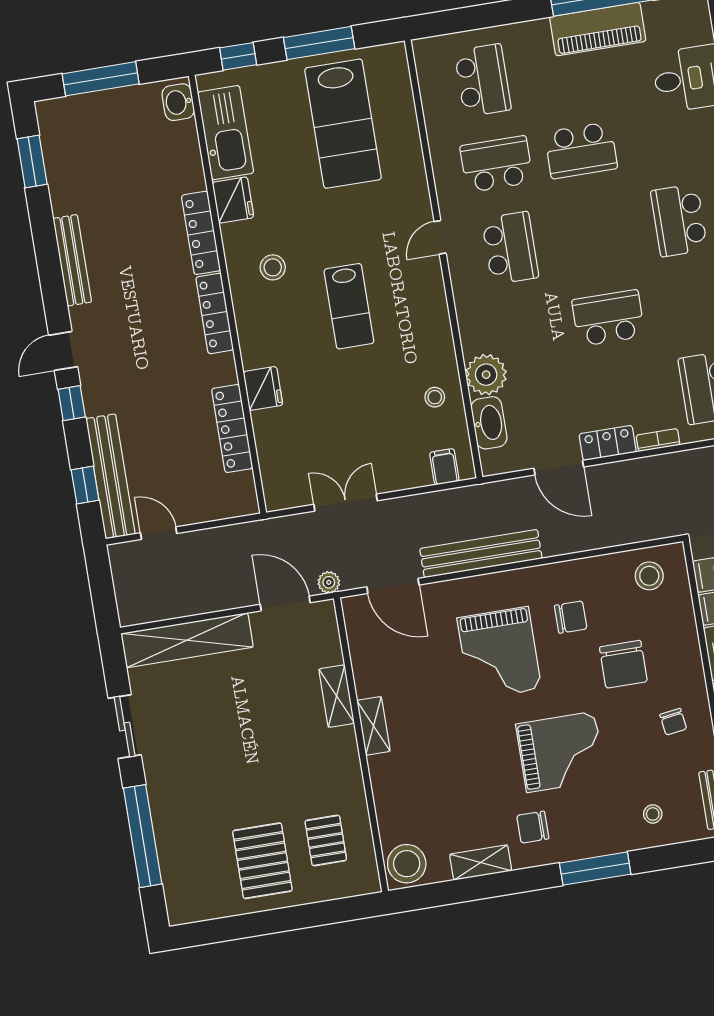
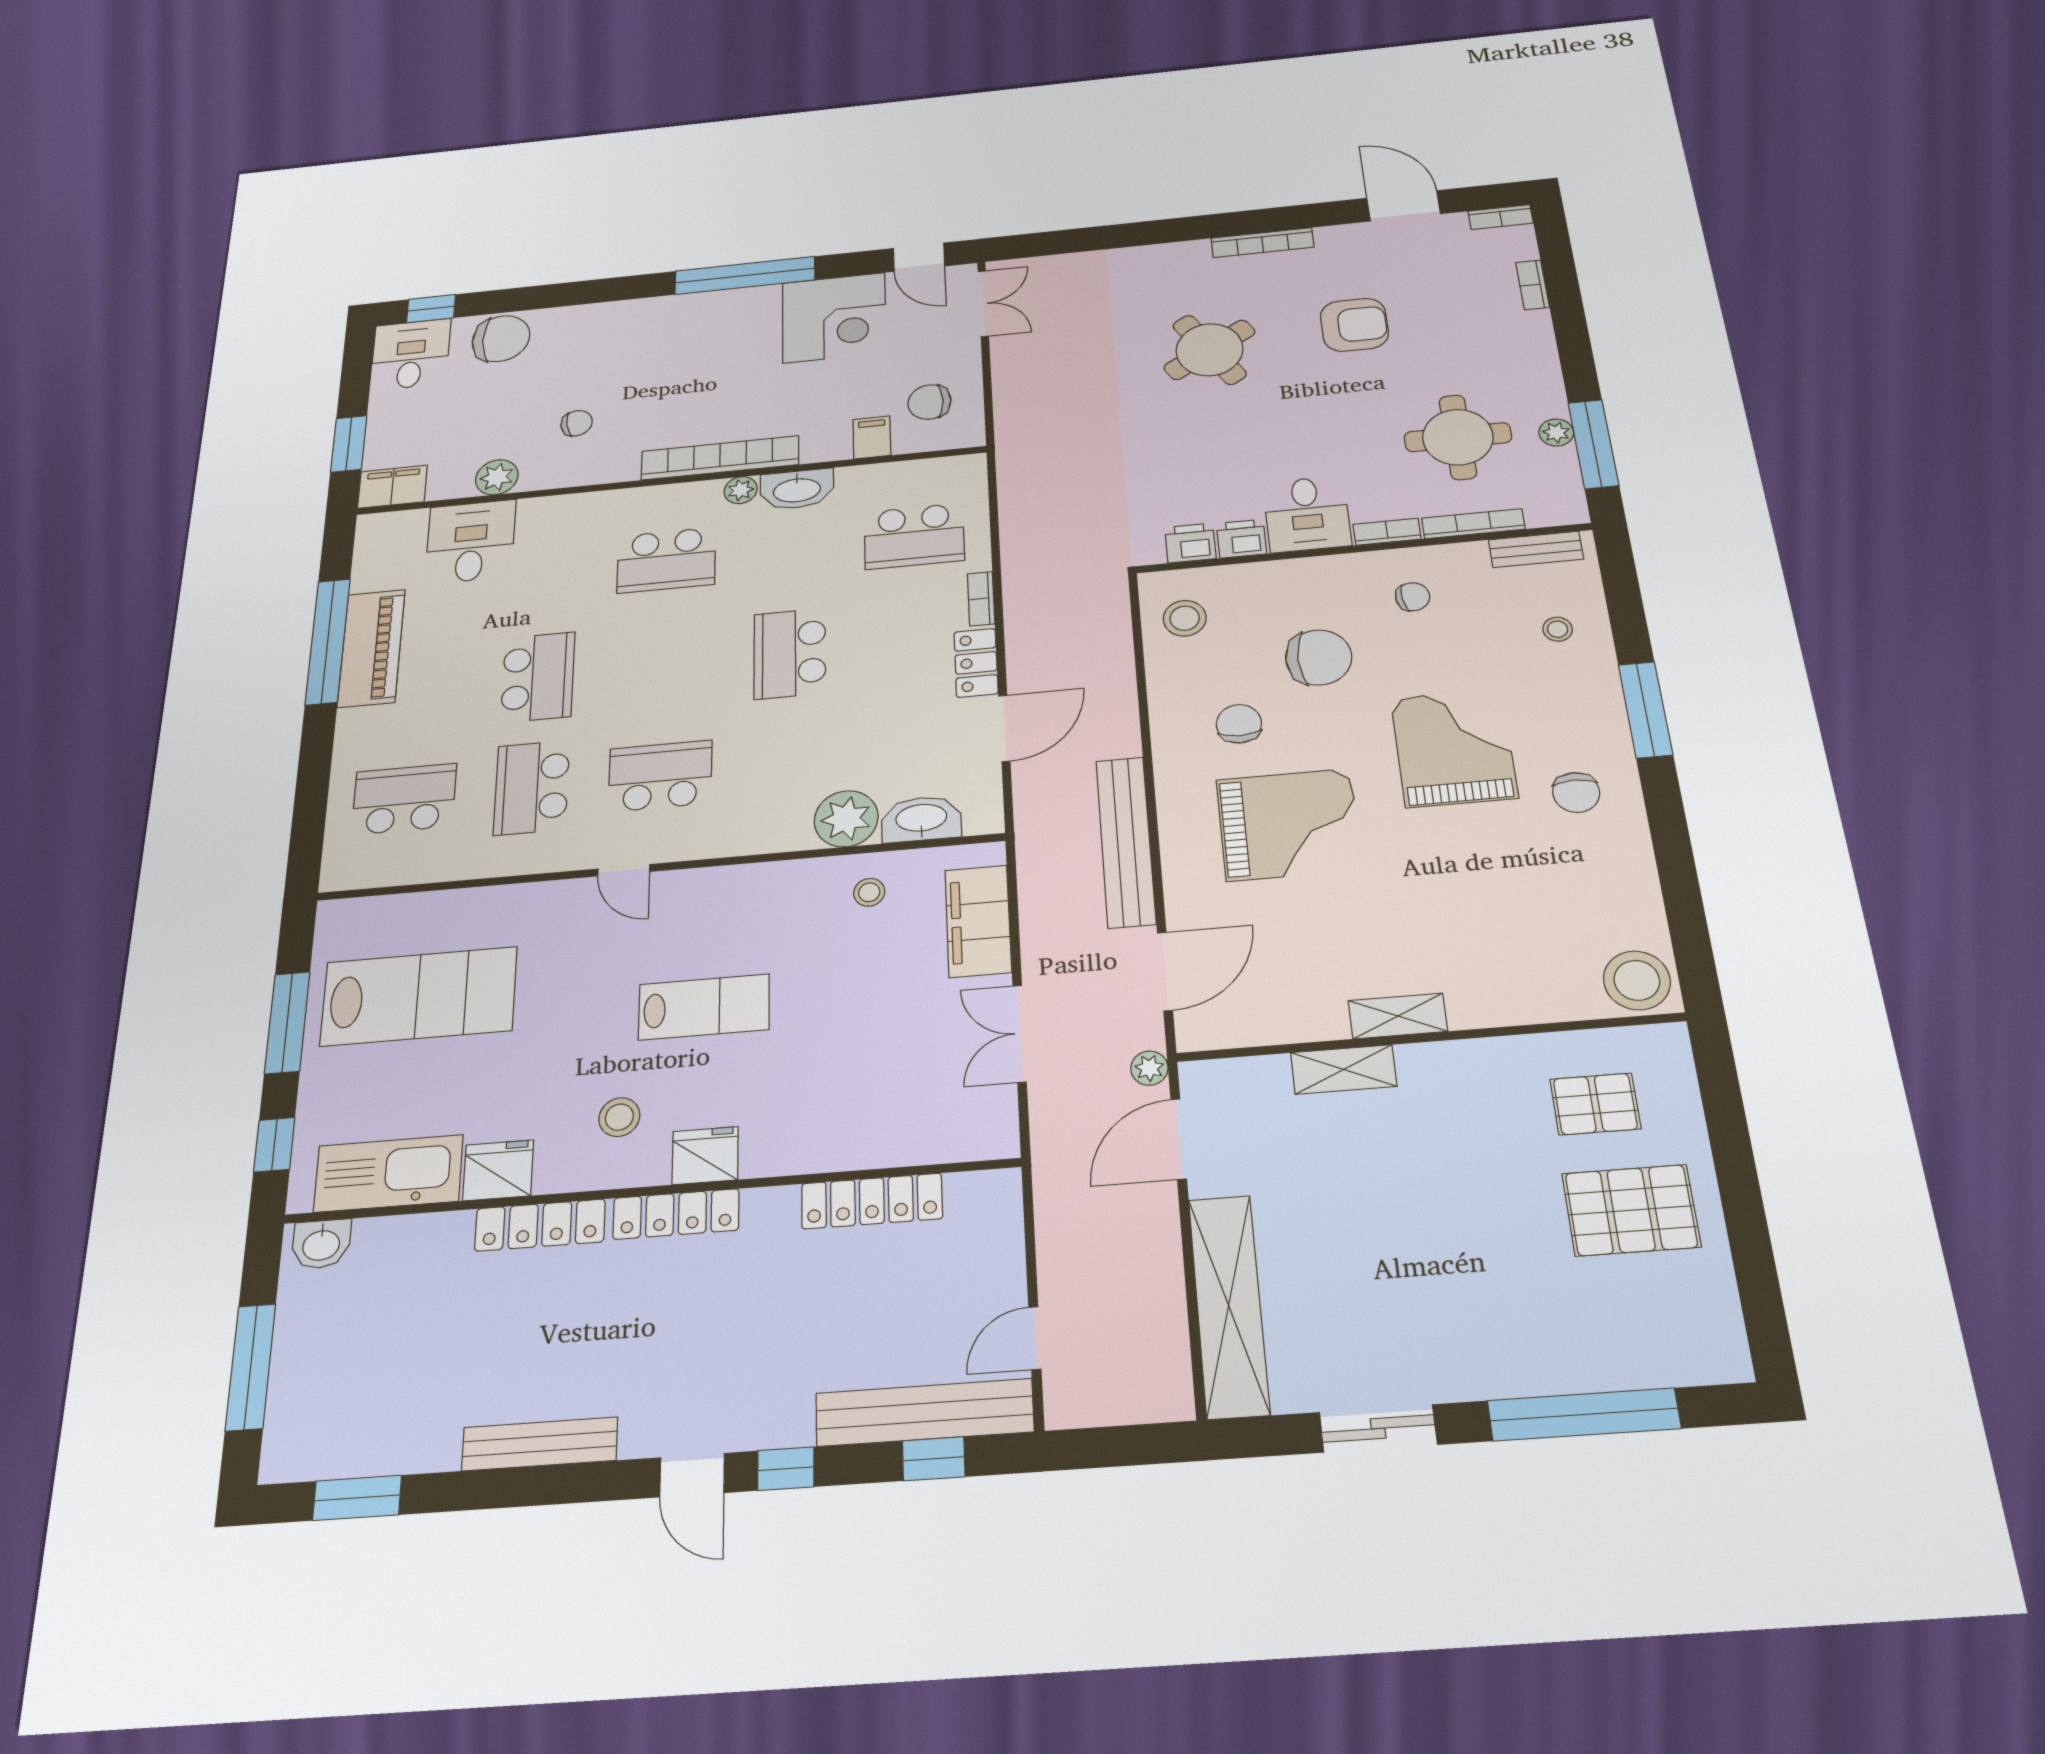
fridge: (263, 388) -> (705, 1156), moved
filing cabinet: (444, 467) -> (978, 921), width x3.00, depth x1.17
shelving: (481, 863) -> (1635, 870), removed

